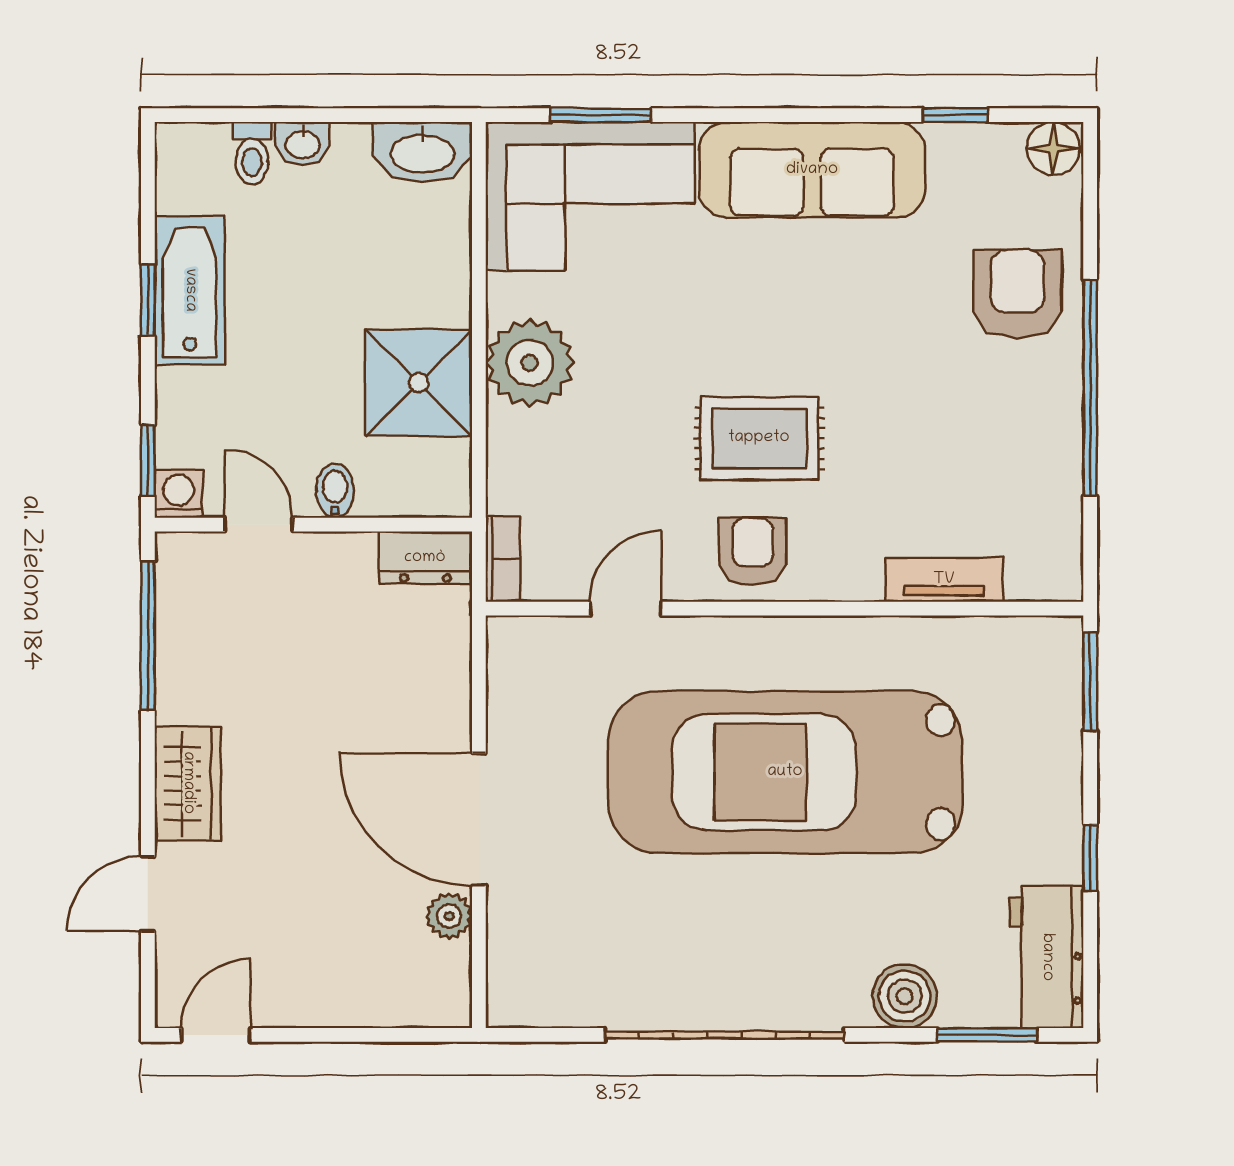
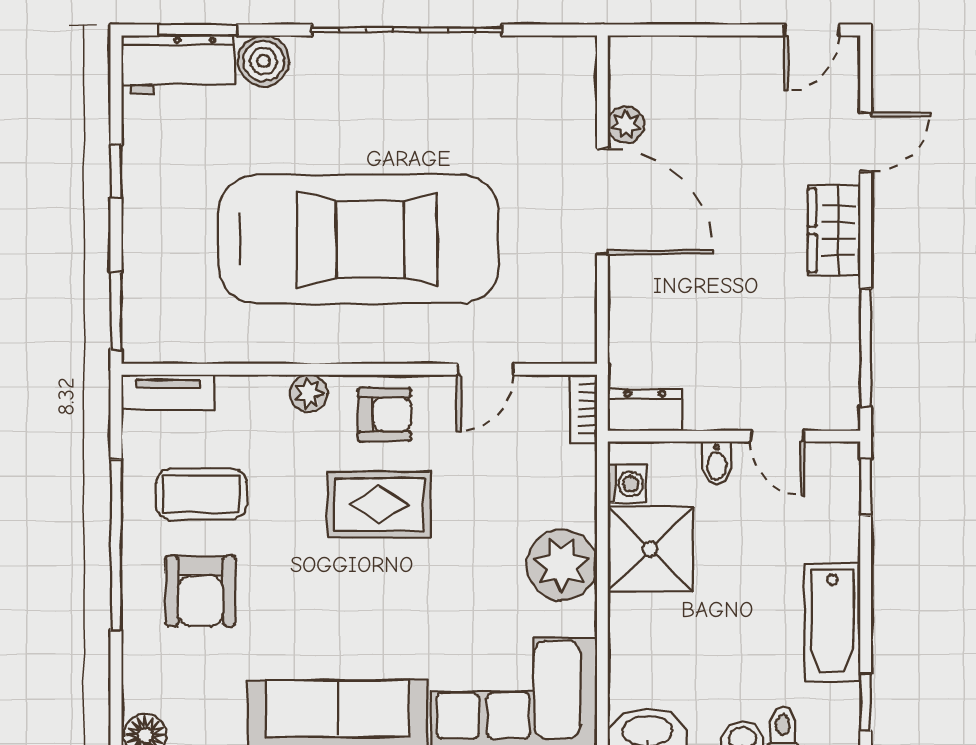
armchair: (1017, 294) -> (200, 591), moved
window: (148, 300) -> (866, 703), moved
coffee table: (983, 452) -> (201, 494), added
washing machine: (179, 494) -> (627, 484), moved, turned -90
armchair: (753, 552) -> (385, 415), turned -90
plant: (848, 578) -> (309, 393), added
tv unit: (944, 580) -> (168, 392), moved
workbench: (1047, 957) -> (178, 65), moved, turned 90

